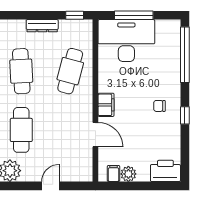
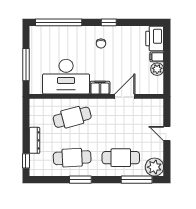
window: (75, 15) -> (26, 161), moved
desk: (126, 41) -> (66, 77), moved, turned -90
cafe table: (70, 71) -> (72, 117), turned -30
filing cabinet: (113, 173) -> (157, 57), moved

